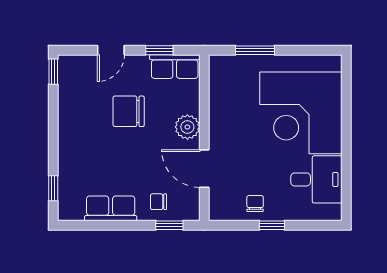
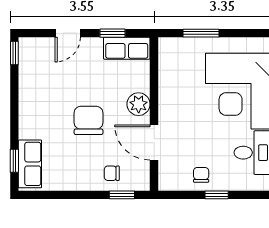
chair: (129, 111) -> (89, 120), moved, turned 90
row of seats: (111, 208) -> (30, 164), moved, turned 90

